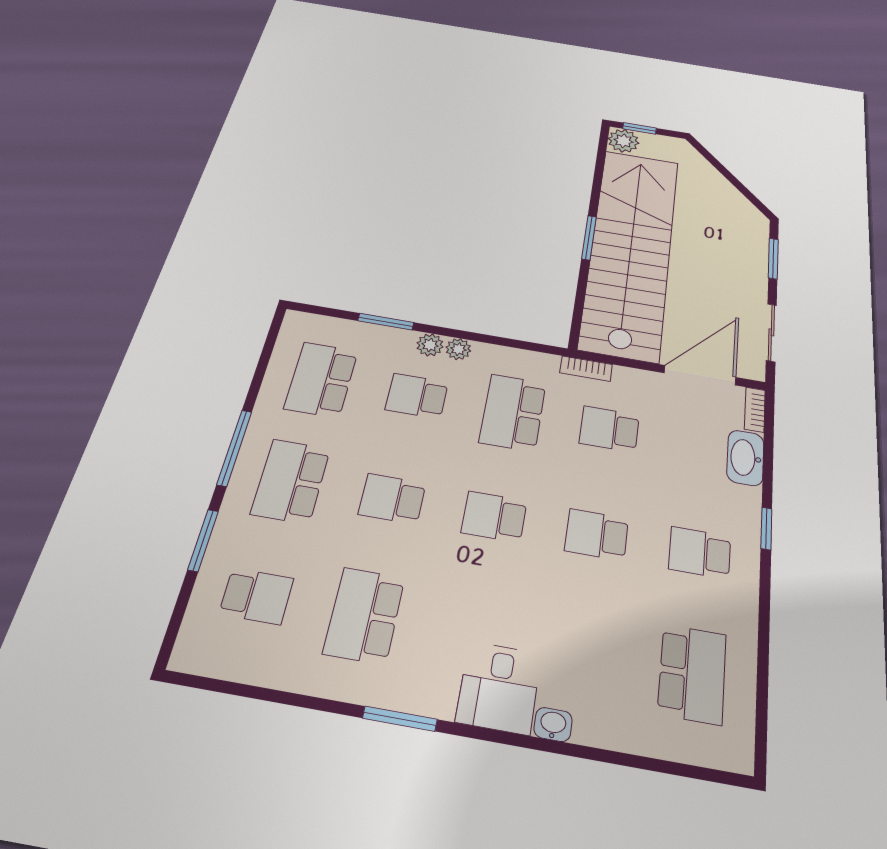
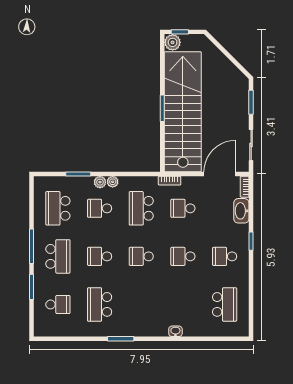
school desk: (291, 481) -> (58, 256), turned 180
desk: (499, 688) -> (154, 322), removed

